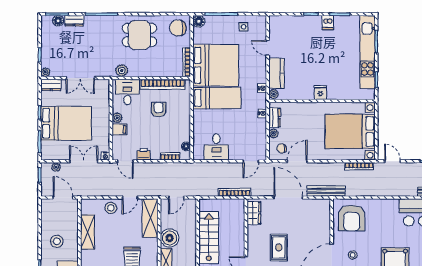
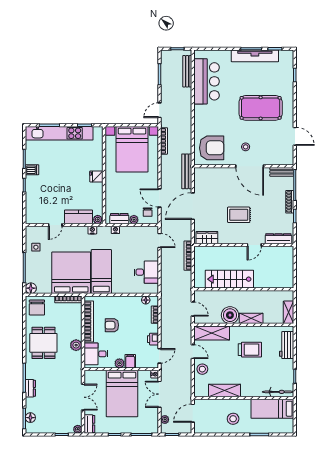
dresser: (74, 21) -> (30, 388), moved
plant: (122, 71) -> (76, 345), moved
bed: (66, 123) -> (122, 394), moved, turned 180

